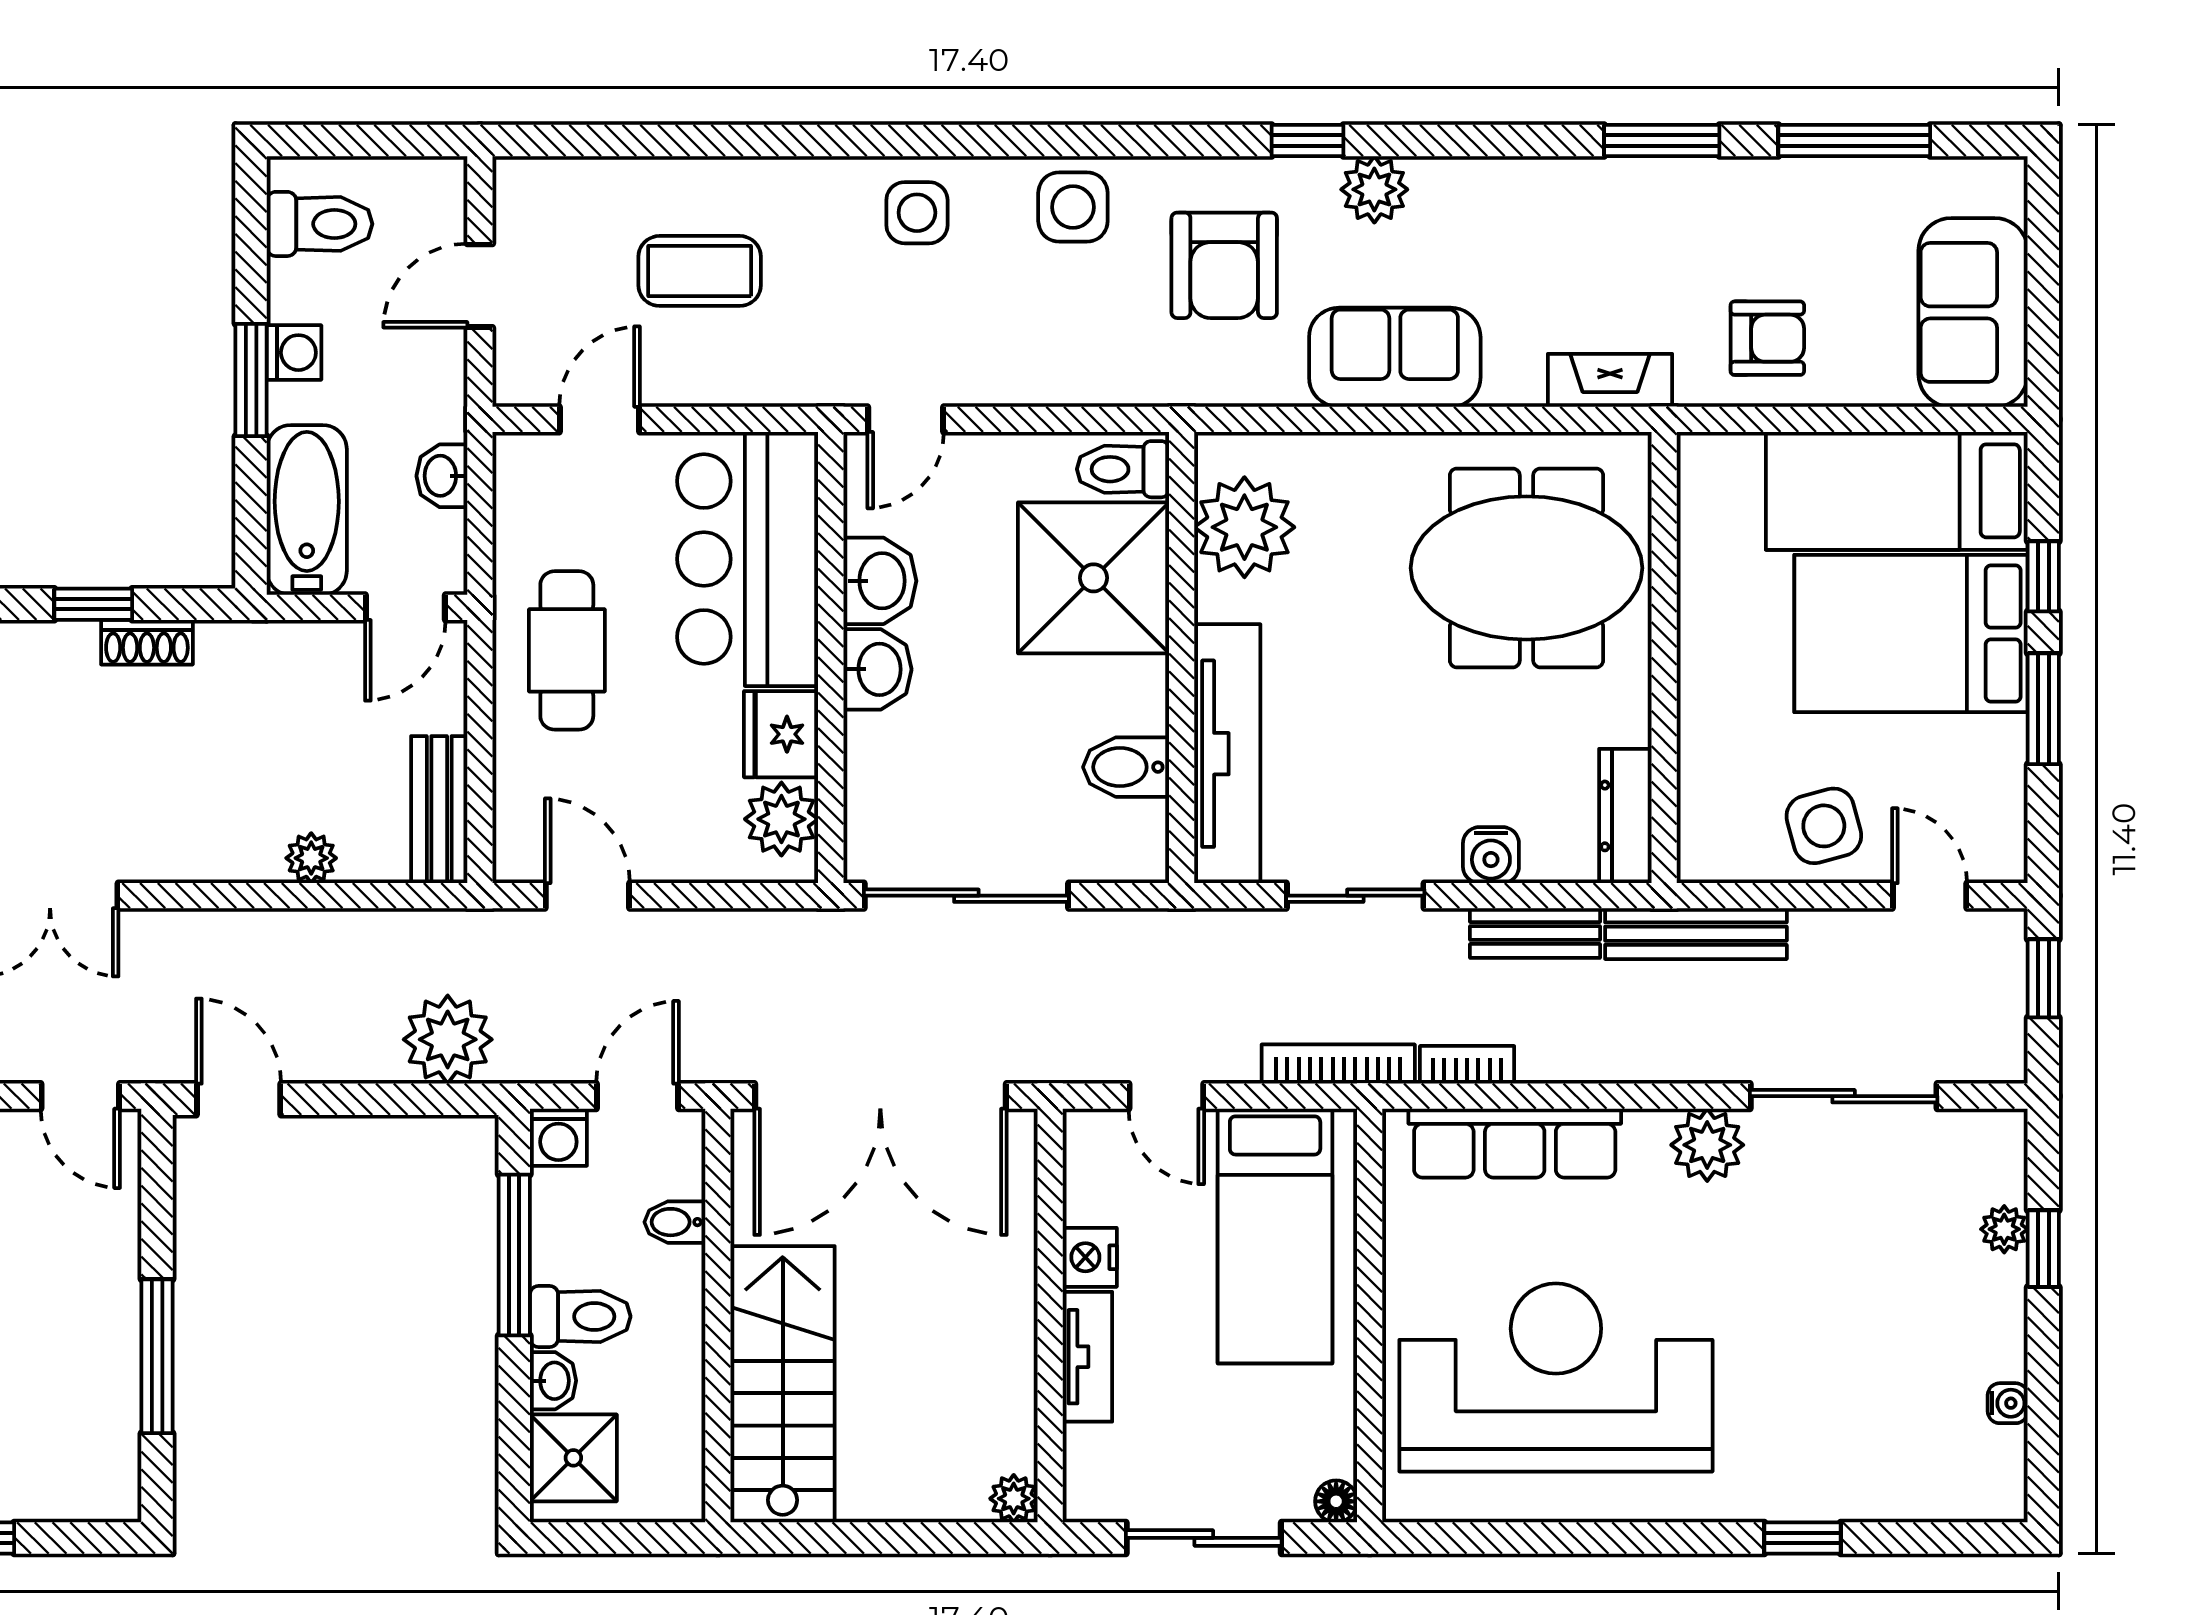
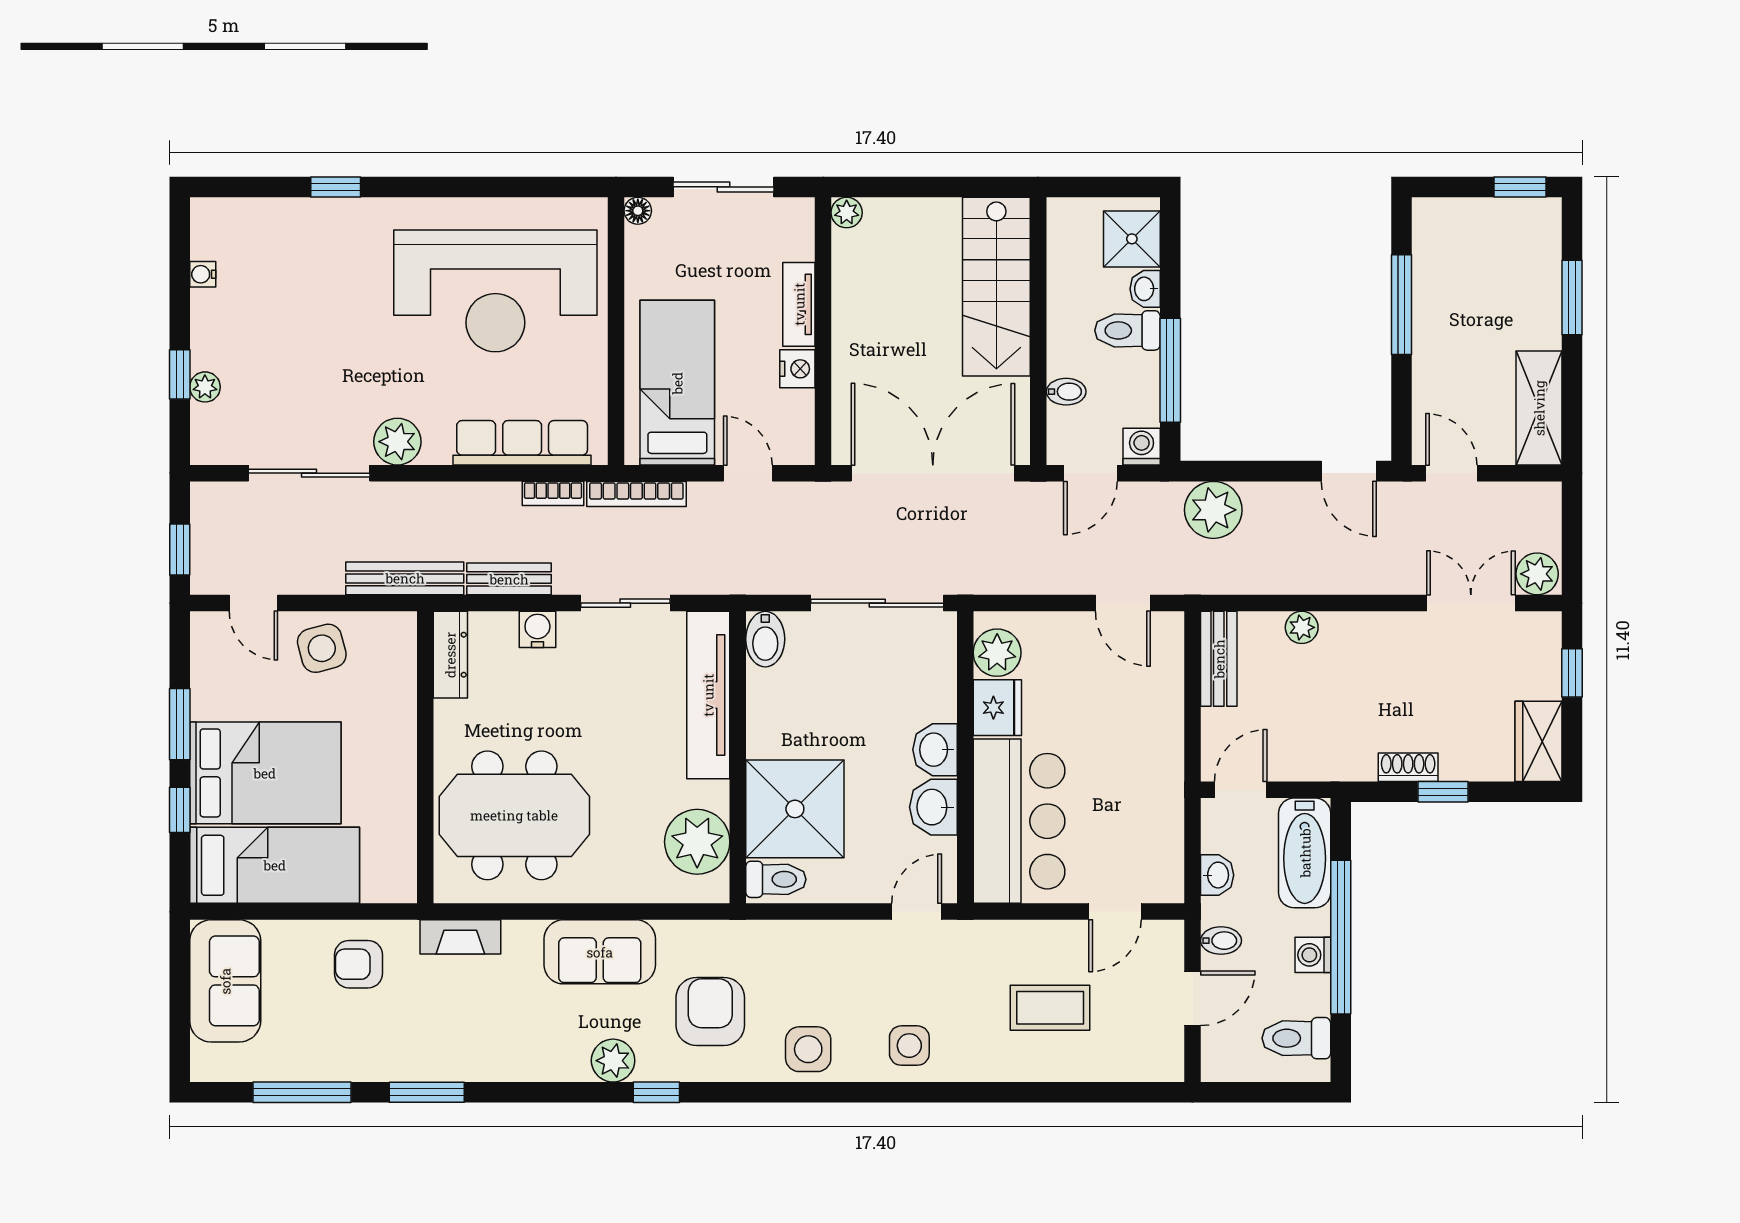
bidet: (436, 375) -> (1221, 941), added
window: (251, 380) -> (1341, 937), width x2.11
cafe table: (567, 650) -> (1136, 762), removed
bidet: (1126, 767) -> (765, 639), moved, turned 90

